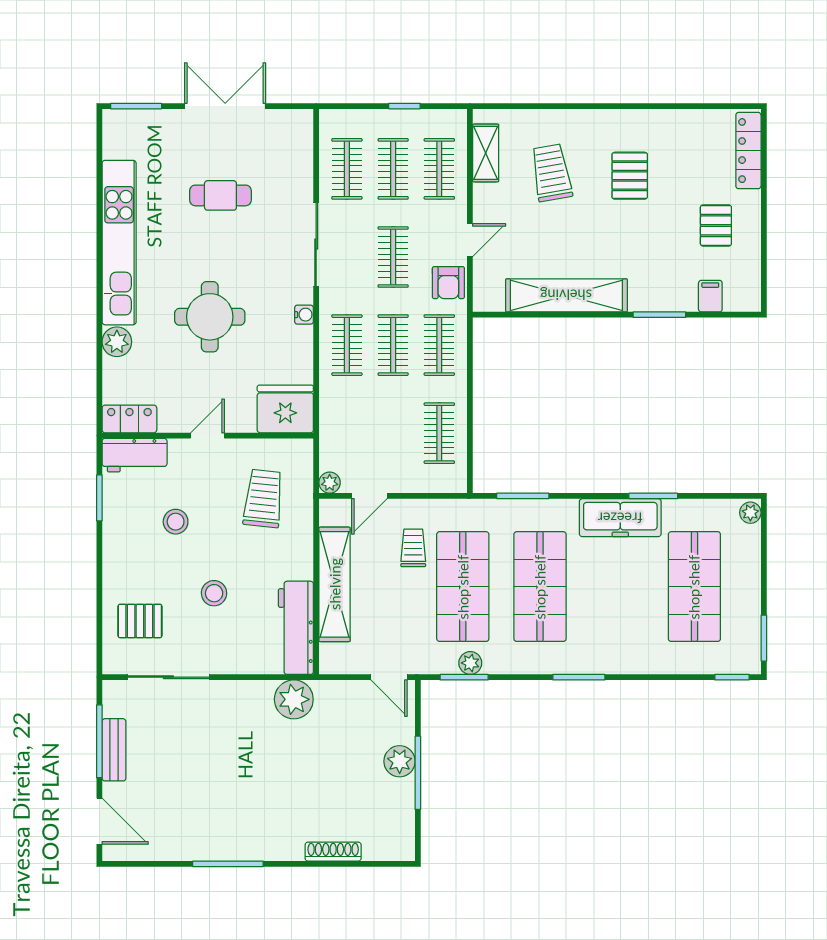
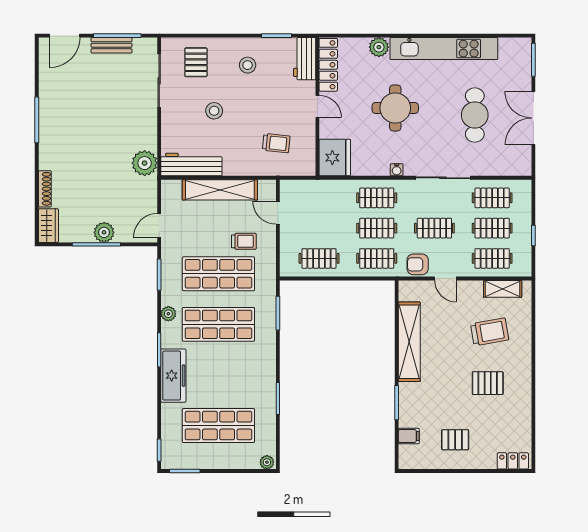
double door: (225, 106) -> (533, 118), swing flipped
locker: (748, 151) -> (513, 461), width x0.66
cafe table: (220, 195) -> (475, 115), width x1.37, depth x1.35
locker: (129, 419) -> (328, 65), width x1.53
plant: (330, 483) -> (287, 186), removed
trolley: (263, 498) -> (276, 143), width x0.73, depth x0.72
freezer: (620, 518) -> (173, 376), moved, turned 180
stool: (176, 522) -> (248, 65), moved
plant: (470, 663) -> (168, 314), moved
wardrobe: (389, 846) -> (48, 226), added

